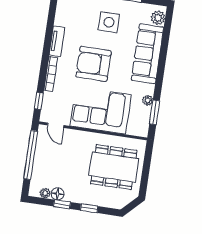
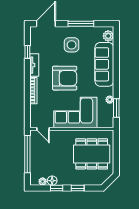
armchair: (94, 64) -> (65, 78), turned 180
window: (39, 101) -> (27, 52), moved

